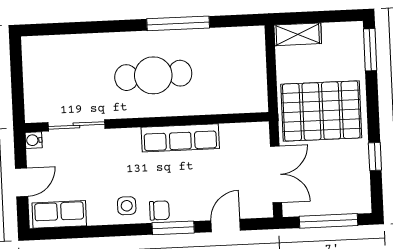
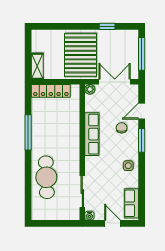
window: (370, 50) -> (48, 26), removed
locker: (255, 61) -> (51, 91), added
cafe table: (153, 75) -> (46, 177), moved
plant: (260, 131) -> (90, 89), added
chair: (159, 210) -> (122, 128), moved
door: (226, 225) -> (142, 111), hinge flipped

